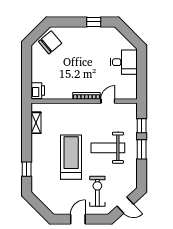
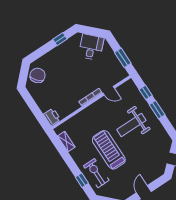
desk: (124, 62) -> (91, 47), moved, turned -45
window: (142, 79) -> (123, 58), added
door: (108, 101) -> (109, 91), swing flipped
exercise bike: (97, 191) -> (96, 173), moved

